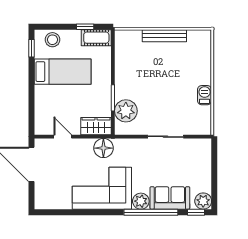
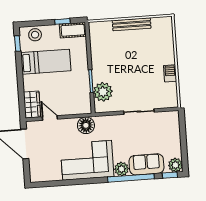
wardrobe: (96, 126) -> (32, 105), moved, turned 90

